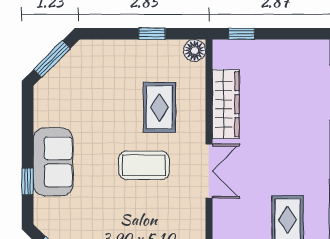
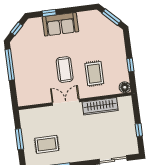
window: (241, 34) -> (139, 130), moved
rug: (159, 107) -> (94, 74), turned 90
double door: (209, 171) -> (66, 102), swing flipped

